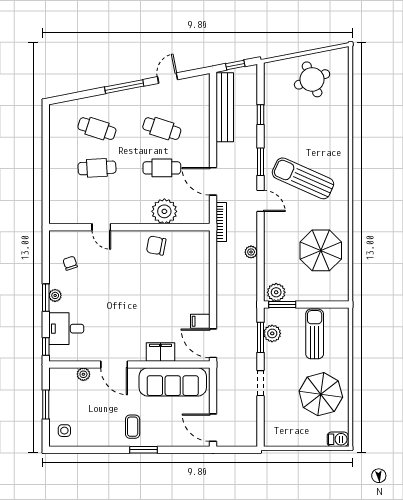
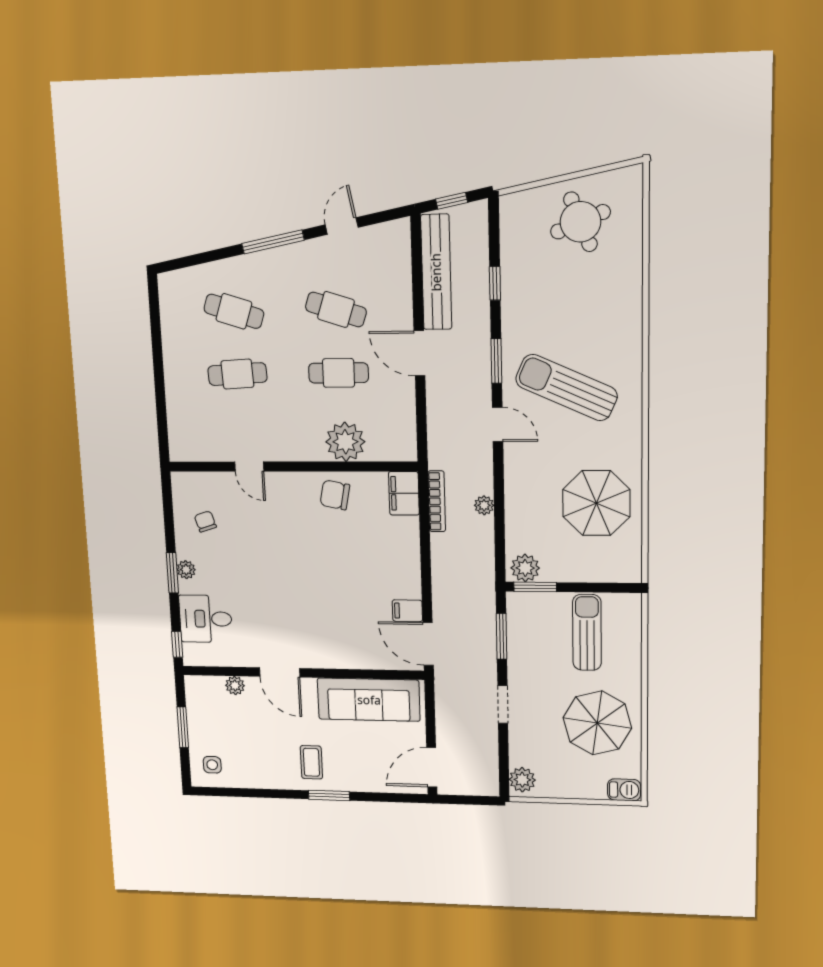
door: (213, 181) -> (419, 353), moved
bookcase: (221, 222) -> (437, 501), moved
plant: (272, 333) -> (522, 780), moved
filing cabinet: (160, 352) -> (404, 493), moved, turned -90
door: (213, 428) -> (432, 767), hinge flipped

